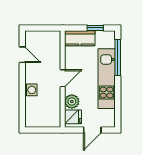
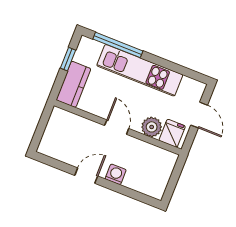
door: (22, 55) -> (86, 176), moved

